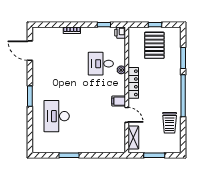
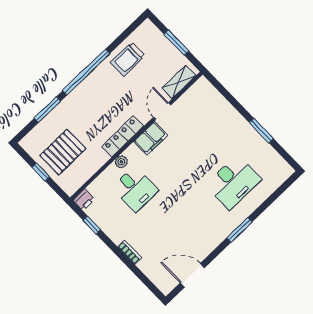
door: (30, 51) -> (192, 275), swing flipped
filing cabinet: (119, 101) -> (151, 138), width x2.00
trolley: (170, 123) -> (128, 59), turned 180

